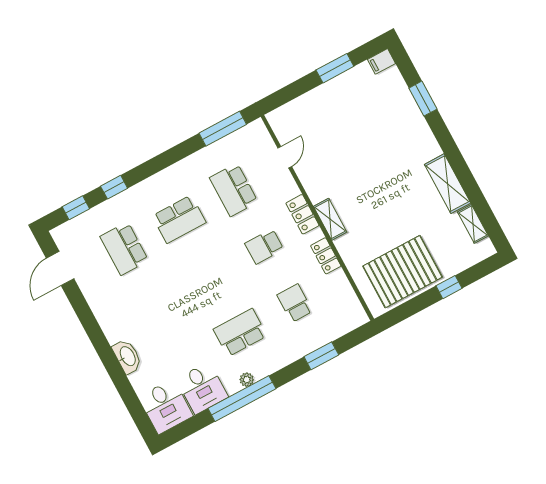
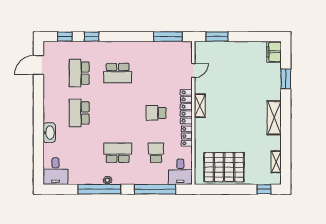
filing cabinet: (381, 61) -> (274, 52), width x2.00
window: (335, 68) -> (217, 37), moved
shelving: (448, 184) -> (274, 118), moved
school desk: (234, 190) -> (79, 113), moved
locker: (302, 214) -> (186, 107), width x1.53
shelving: (330, 219) -> (200, 106), moved
window: (449, 287) -> (264, 189), moved
window: (321, 356) -> (155, 189), width x2.11
desk: (202, 388) -> (180, 172), moved

